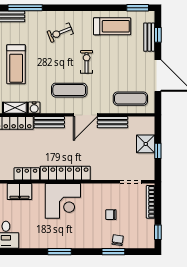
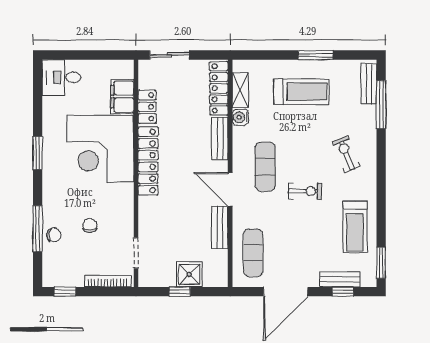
treadmill: (16, 64) -> (301, 92), turned 180
corner desk: (63, 201) -> (100, 149), width x1.36, depth x1.36
window: (113, 252) -> (38, 229), width x1.44

